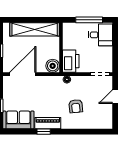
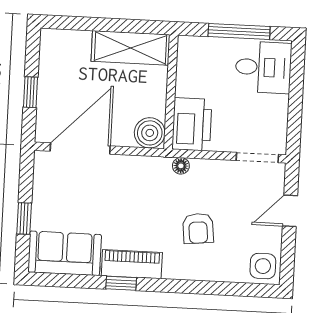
shelving: (35, 29) -> (131, 48), width x0.68
side table: (105, 121) -> (263, 266), added

